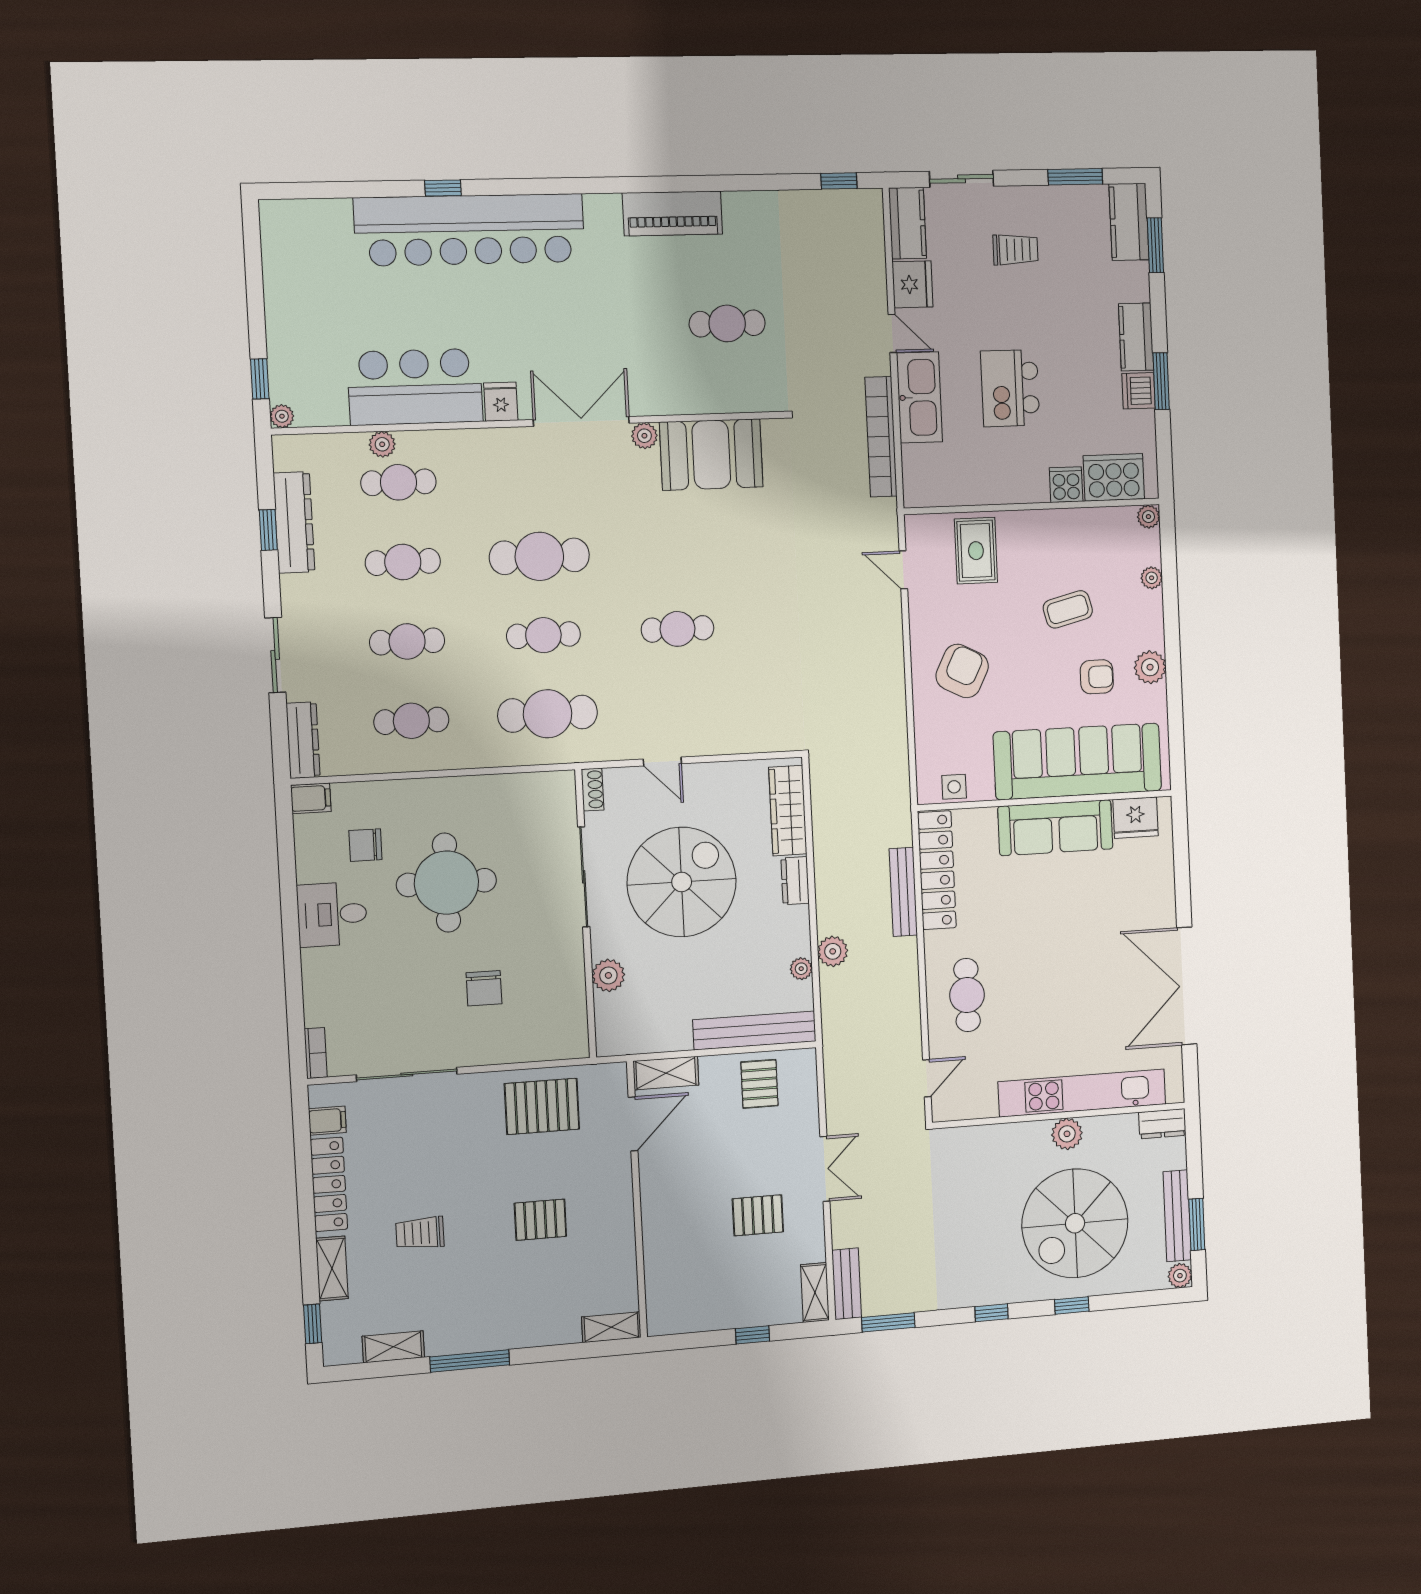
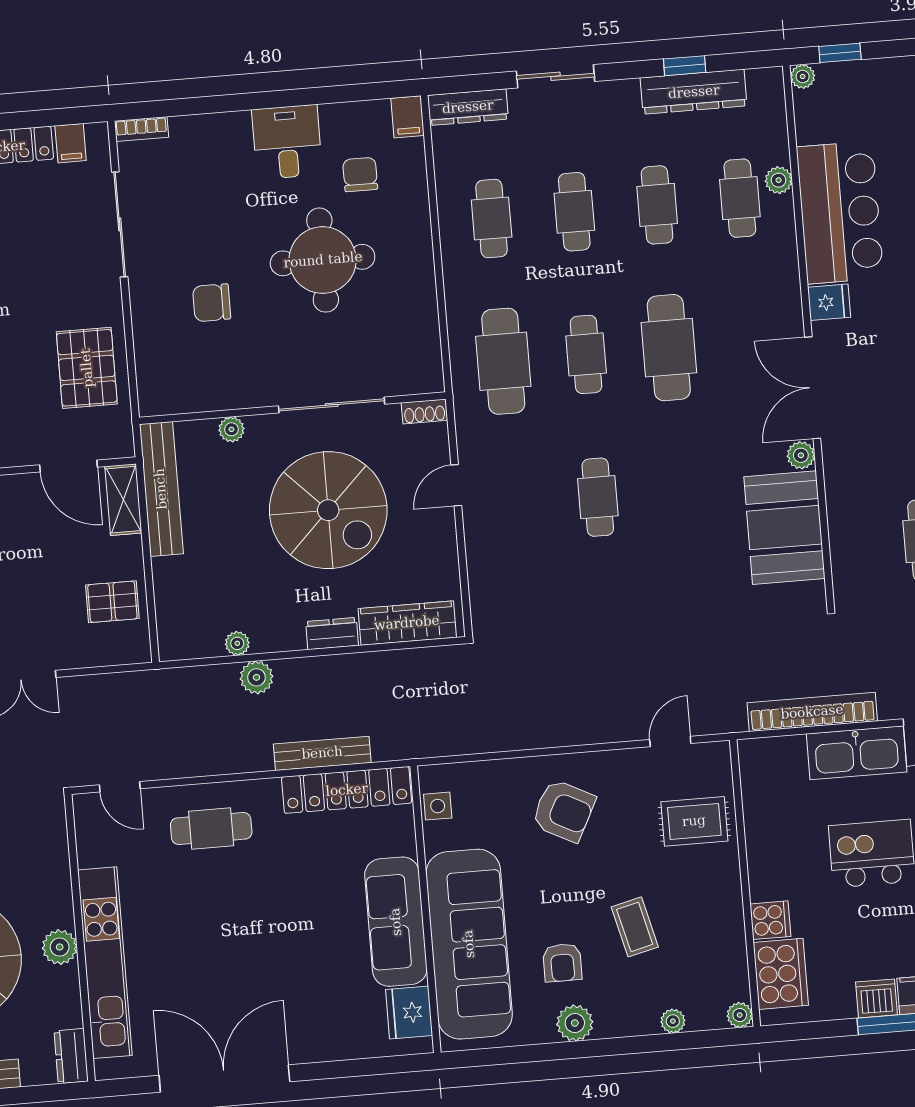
double door: (581, 421) -> (813, 388), swing flipped
plant: (608, 975) -> (231, 429), width x0.73, depth x0.73
bench: (754, 1030) -> (161, 489), moved

